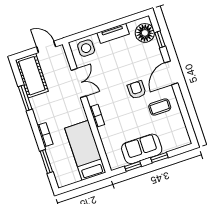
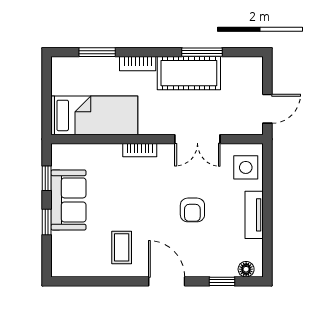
floor lamp: (145, 33) -> (246, 269), width x0.53, depth x0.53
cot: (32, 76) -> (189, 73), moved
armchair: (137, 90) -> (192, 210), moved, turned 90

